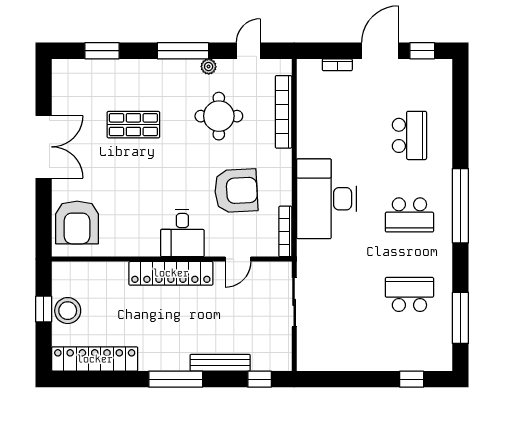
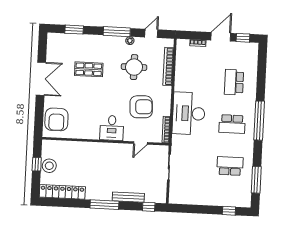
school desk: (409, 135) -> (234, 82), turned 180
locker: (171, 273) -> (105, 149), removed

